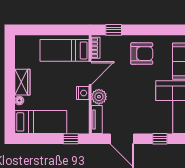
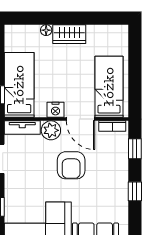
window: (148, 30) -> (135, 191), added
armchair: (142, 54) -> (71, 165), moved
bed: (41, 122) -> (19, 85), moved, turned 180

